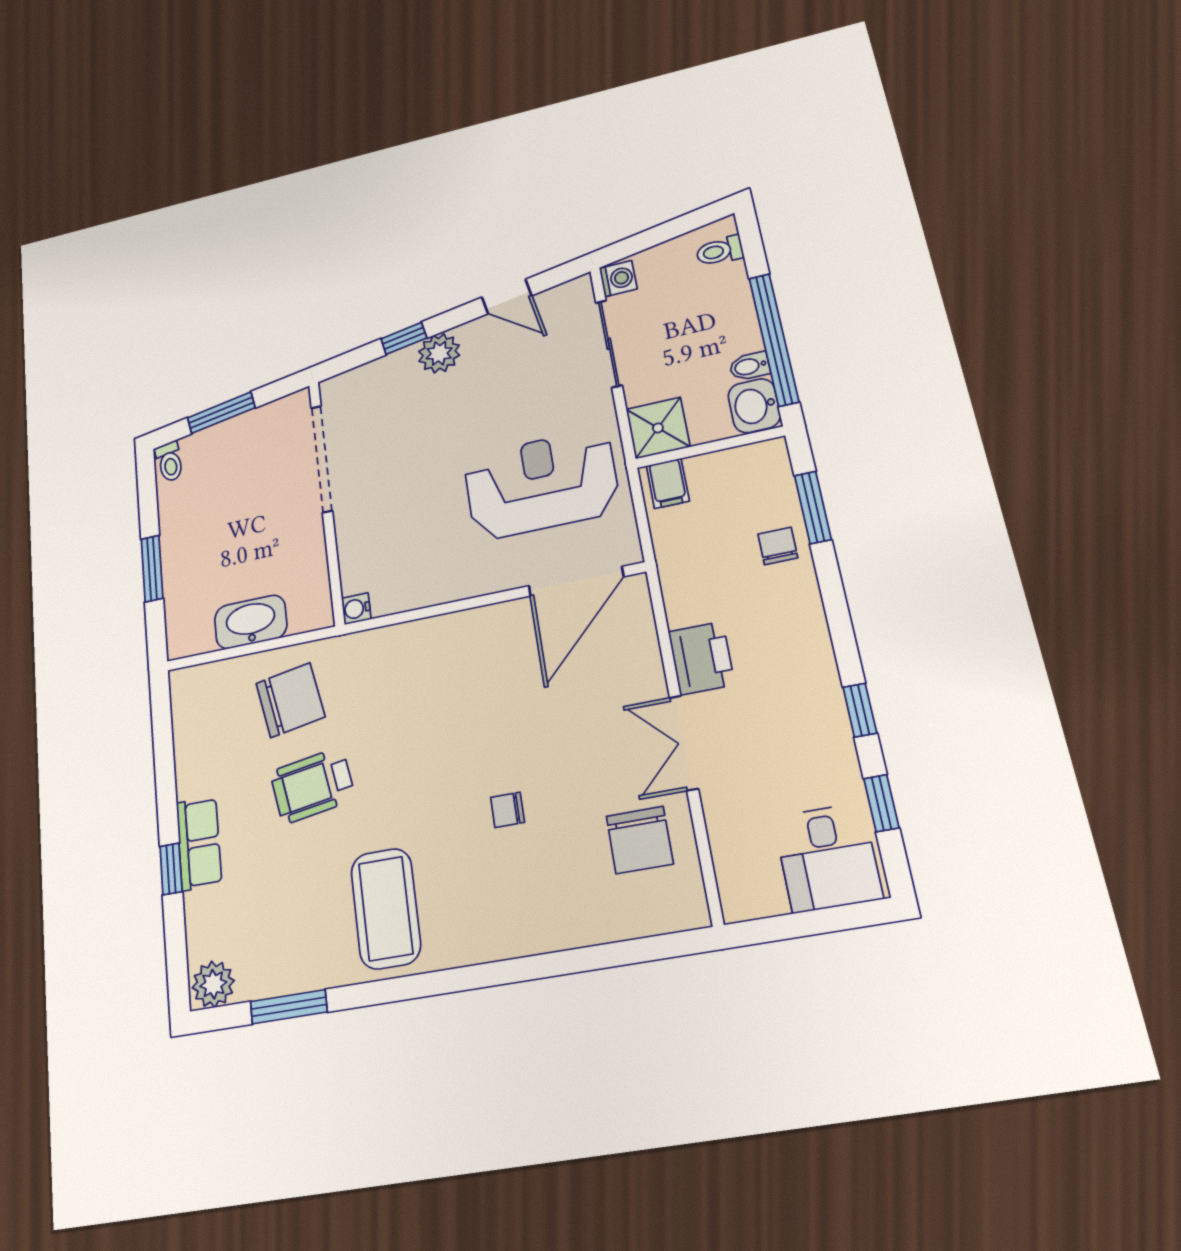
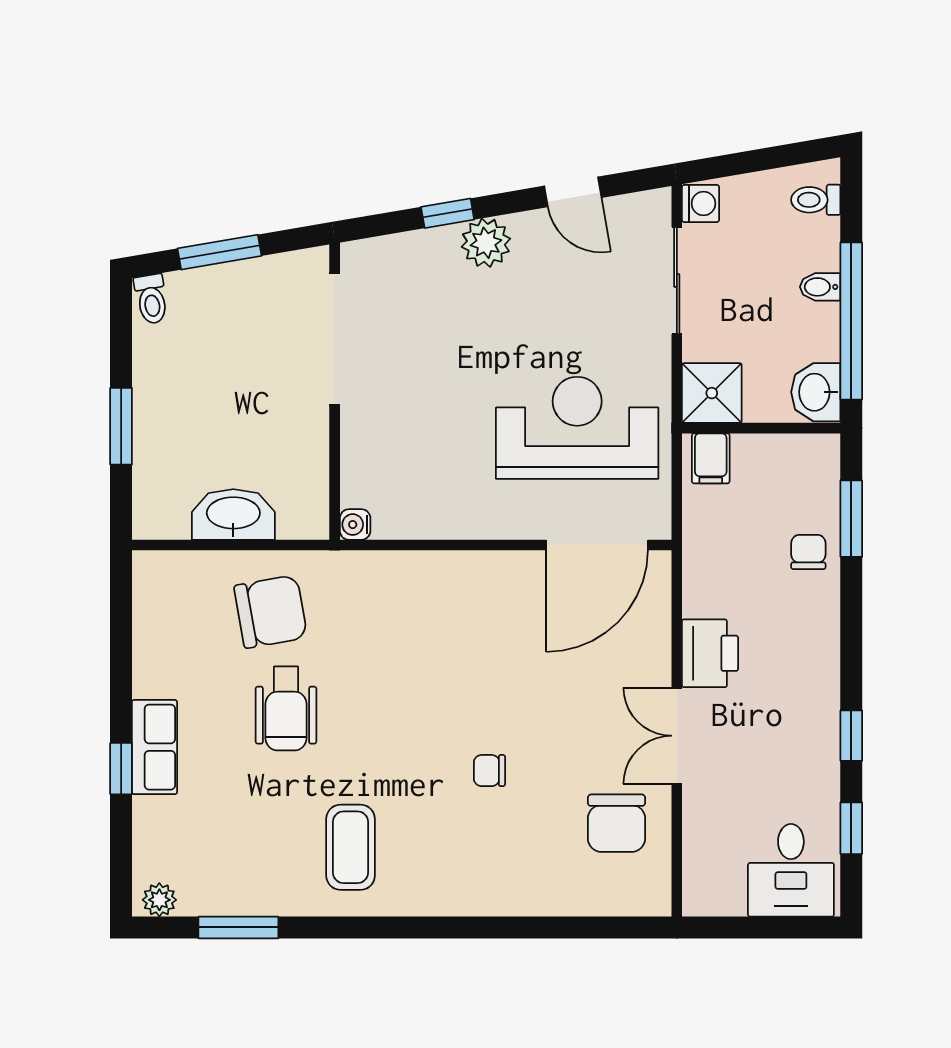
bidet: (750, 366) -> (820, 287), moved
wheelchair: (312, 786) -> (286, 708), turned -81
coffee table: (386, 908) -> (351, 847), width x0.73, depth x0.76
plant: (213, 984) -> (159, 900), width x0.73, depth x0.73

